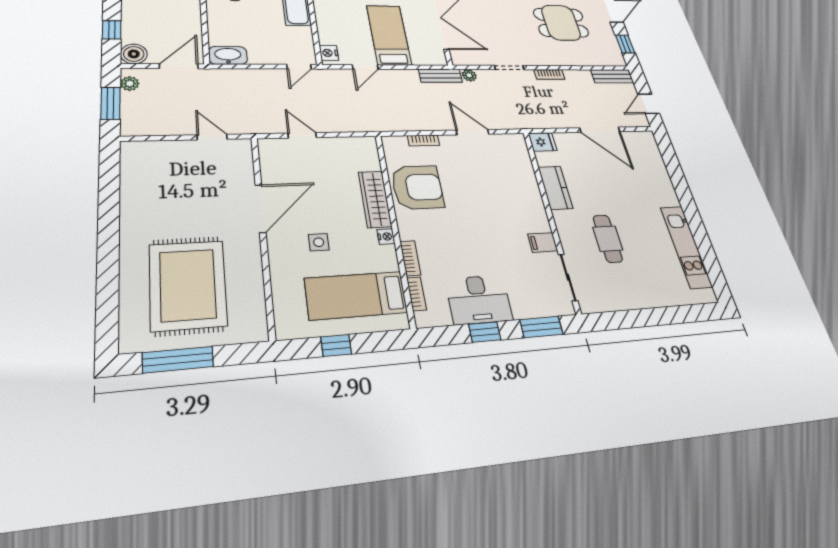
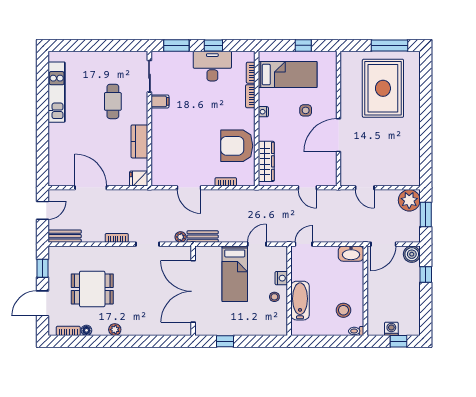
stool: (331, 10) -> (274, 297), added
nightstand: (329, 53) -> (281, 278), moved
plant: (130, 84) -> (409, 200), moved, width x1.87, depth x1.87
wardrobe: (375, 199) -> (266, 161), moved

